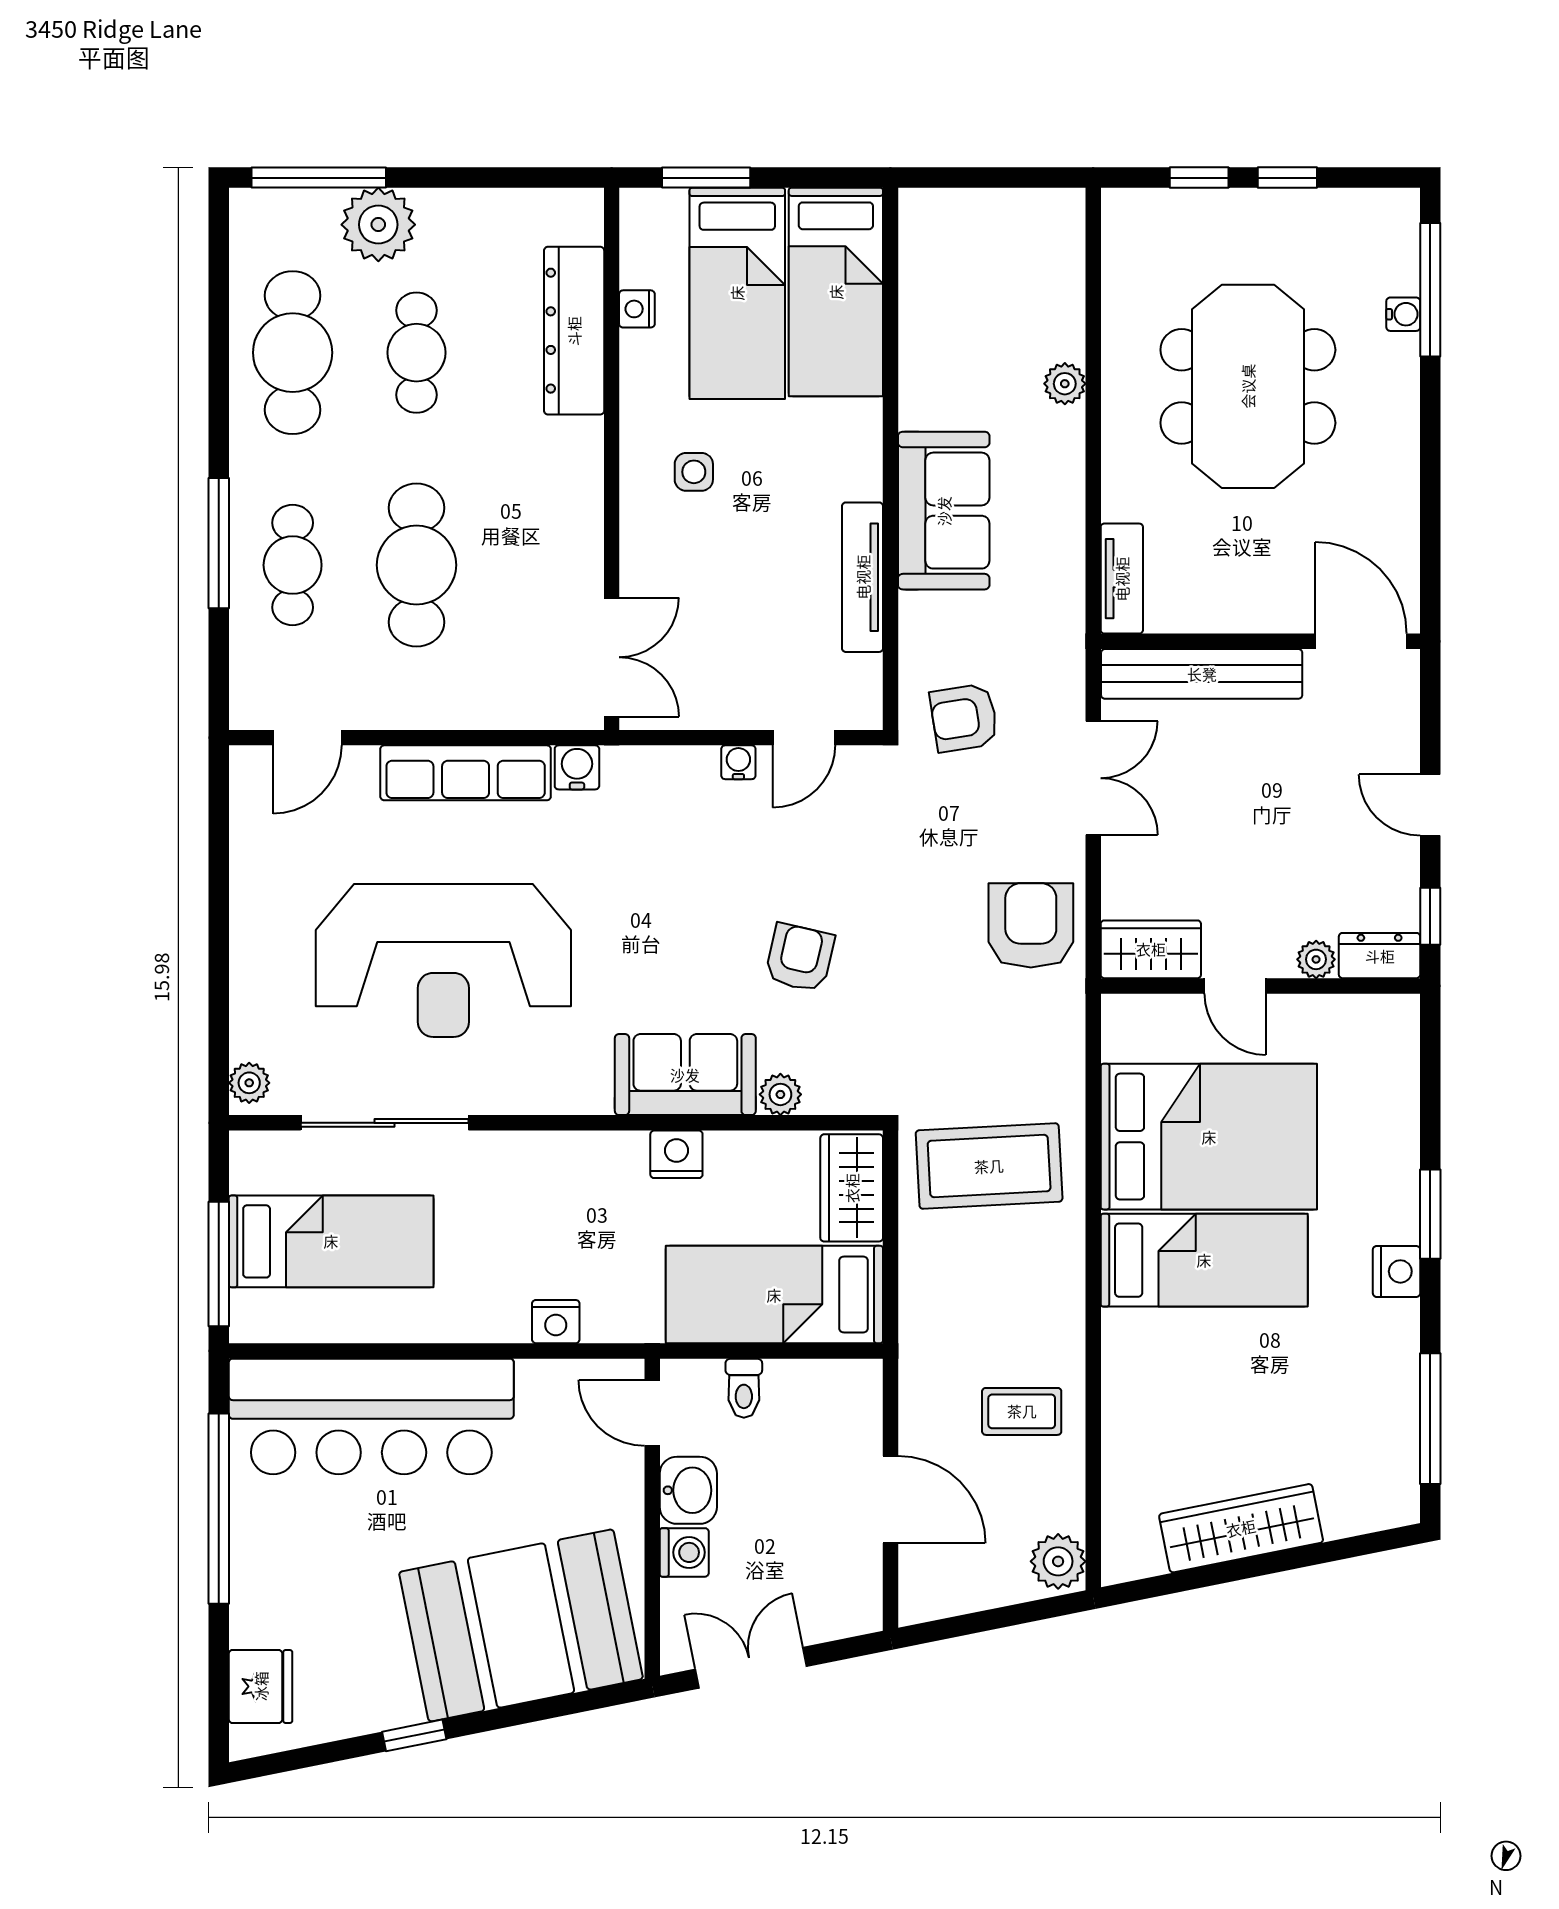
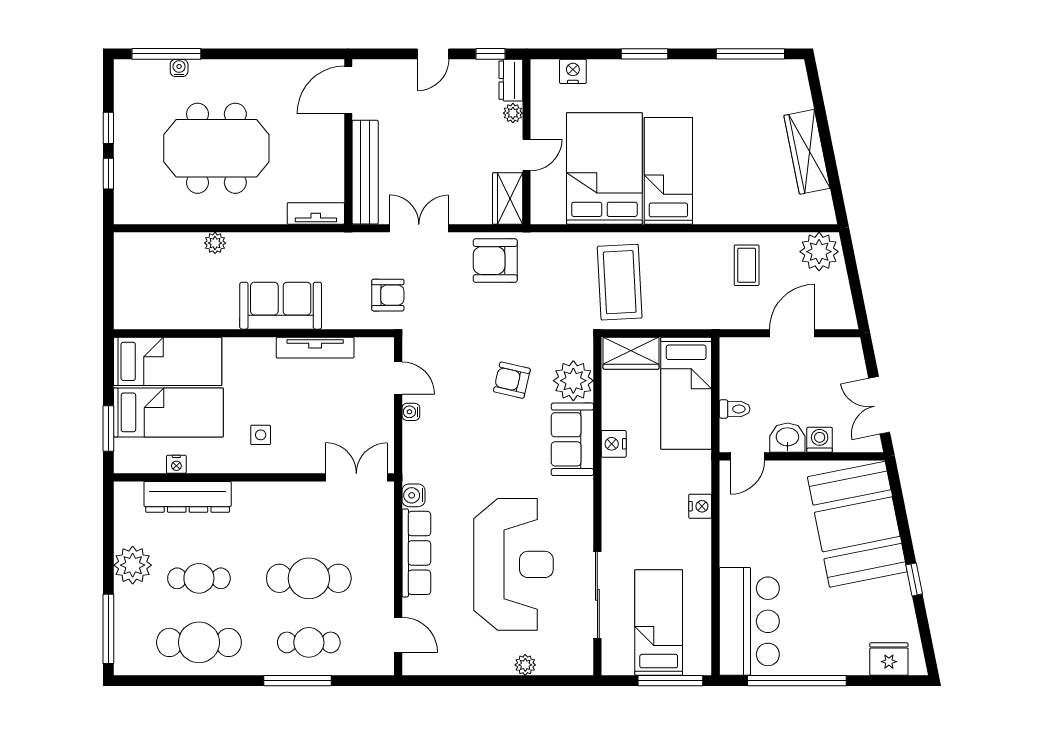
plant: (378, 225) -> (133, 565), moved
armchair: (964, 718) -> (388, 295), turned -81
plant: (249, 1083) -> (525, 665), moved
plant: (780, 1094) -> (573, 381), width x1.87, depth x1.87
nightstand: (1397, 1271) -> (573, 71), moved
bar counter: (371, 1416) -> (749, 621), width x0.73
plant: (1058, 1561) -> (819, 252), width x1.36, depth x1.36

